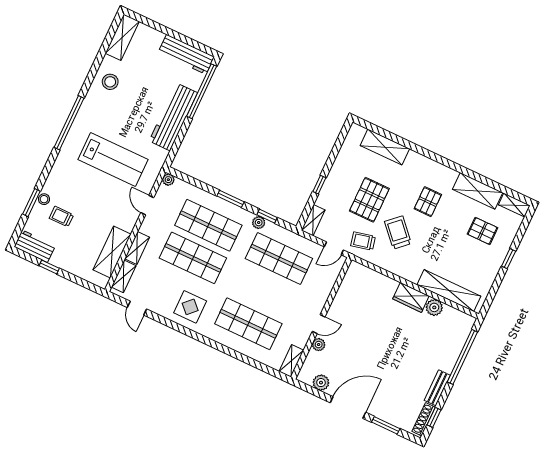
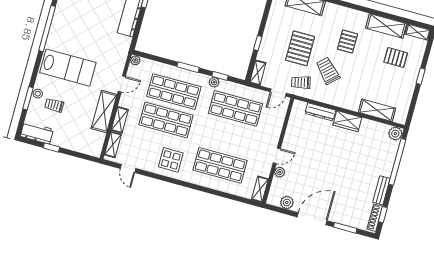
lab bench: (113, 159) -> (68, 68), moved
door: (147, 205) -> (122, 84), swing flipped
shelving: (112, 252) -> (104, 111), moved
dresser: (380, 280) -> (320, 112), added
shelving: (449, 291) -> (377, 110), width x0.68
plant: (434, 307) -> (395, 134), moved

